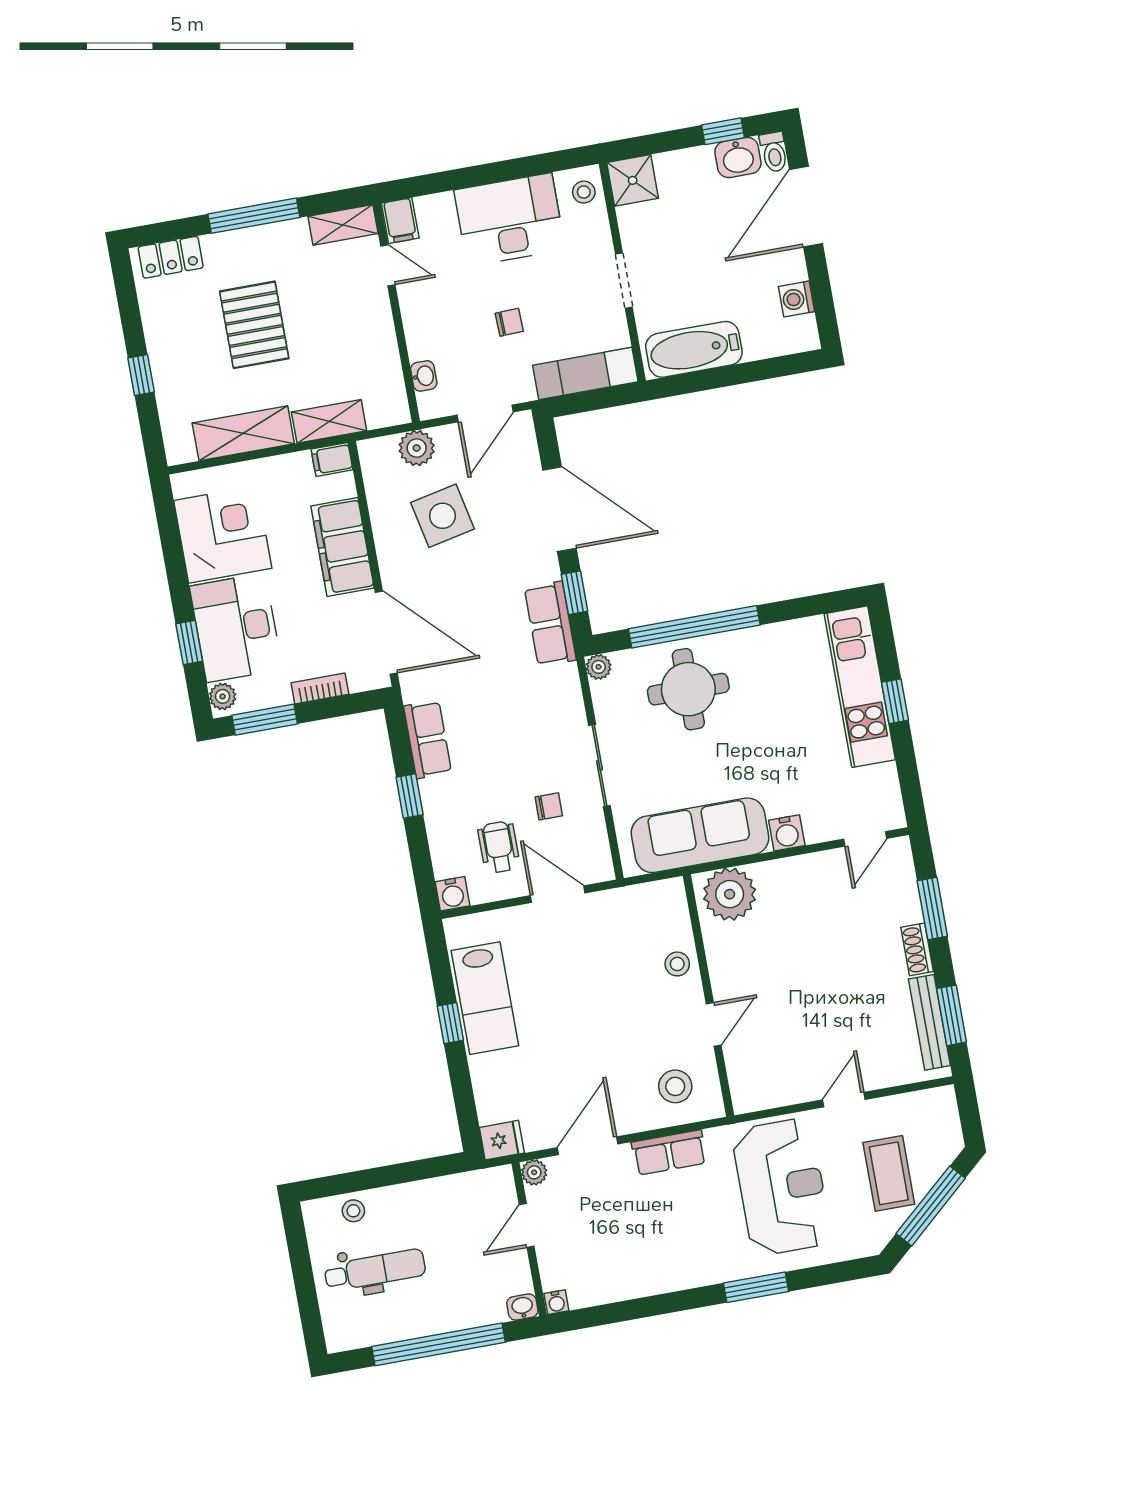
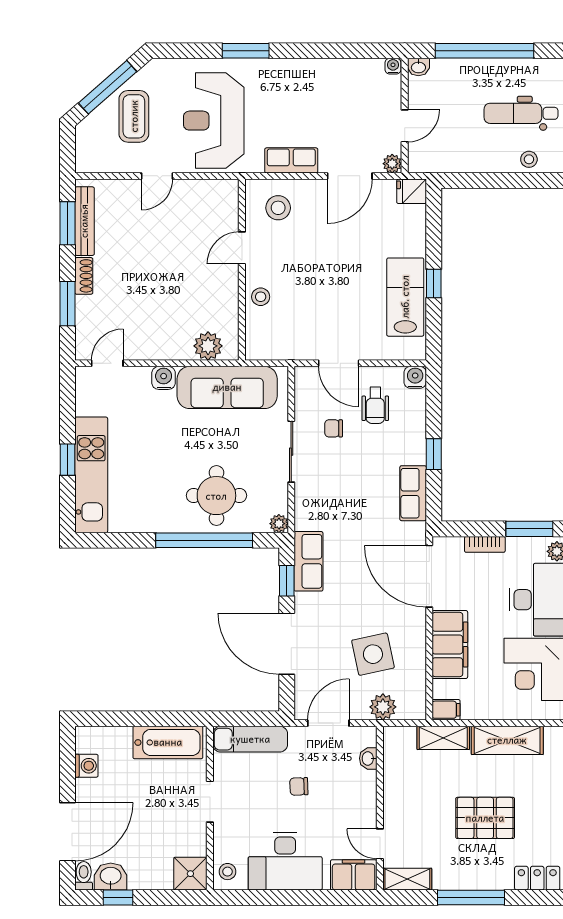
filing cabinet: (400, 221) -> (354, 875), width x2.00
pallet: (254, 325) -> (485, 818), turned 90
plant: (730, 894) -> (208, 346), width x0.73, depth x0.73

